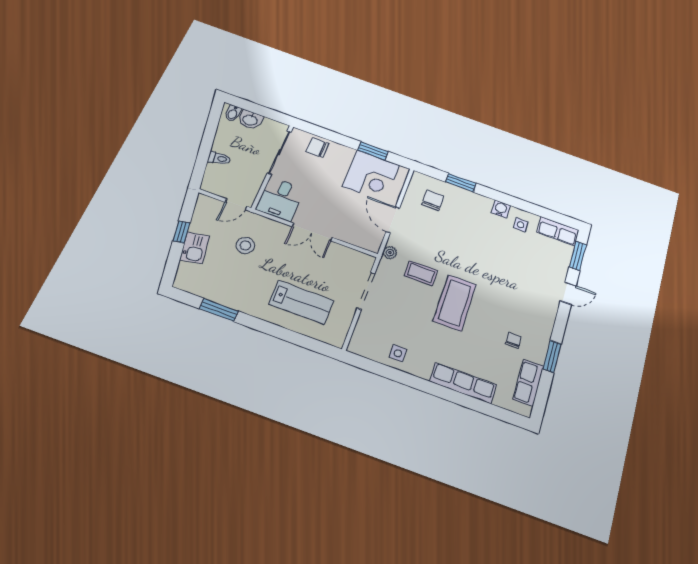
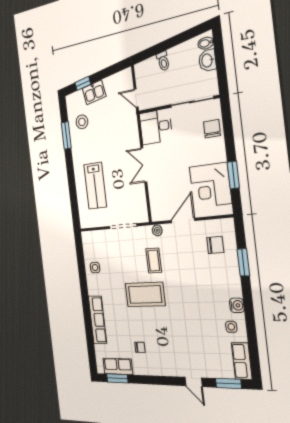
window: (181, 232) -> (83, 83), moved
stool: (245, 245) -> (82, 122), moved
window: (552, 356) -> (117, 378), moved

